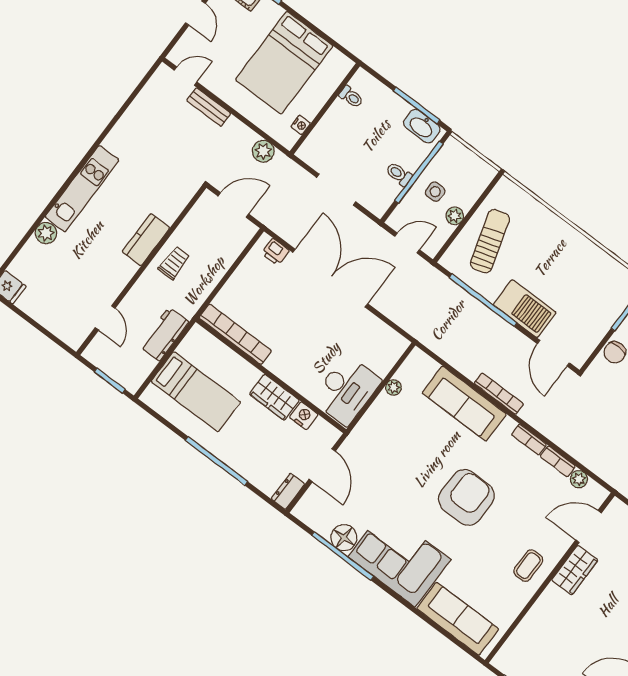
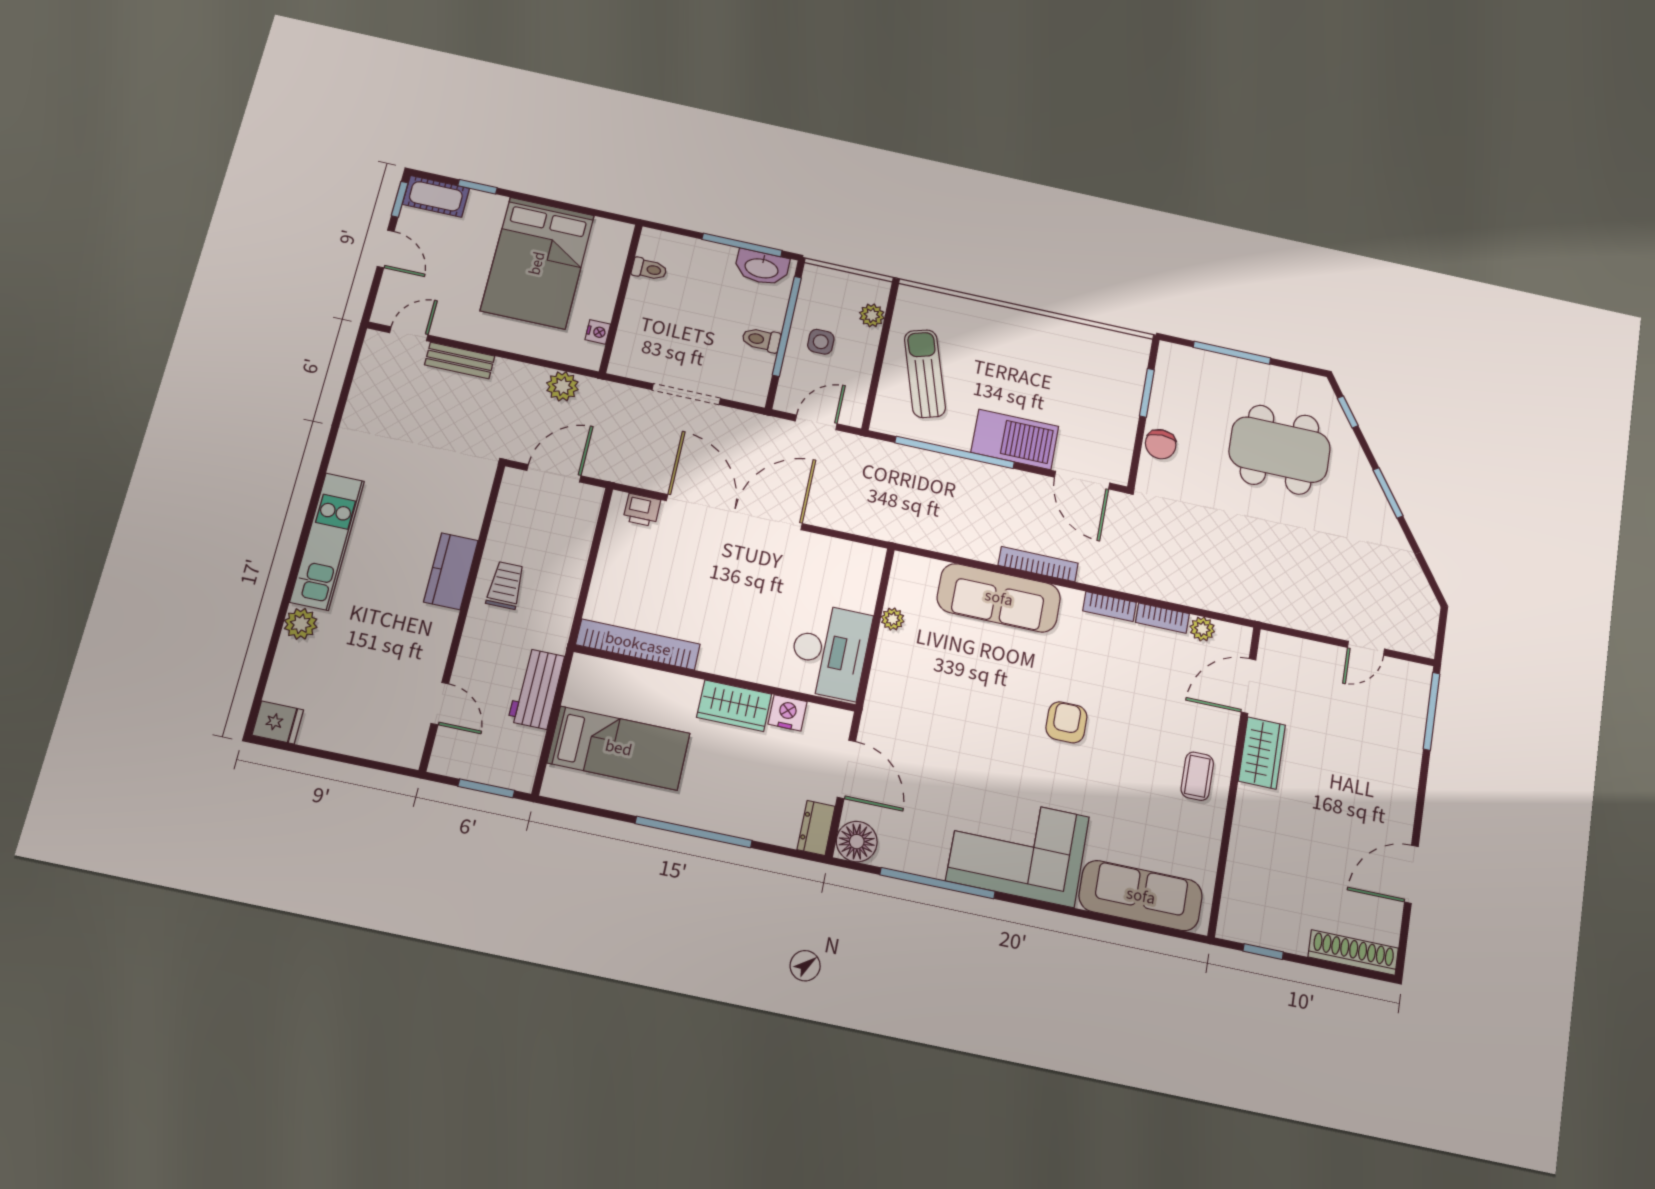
plant: (455, 216) -> (872, 315), moved
armchair: (466, 498) -> (1066, 722), width x0.53, depth x0.53
floor lamp: (344, 538) -> (857, 842), moved

